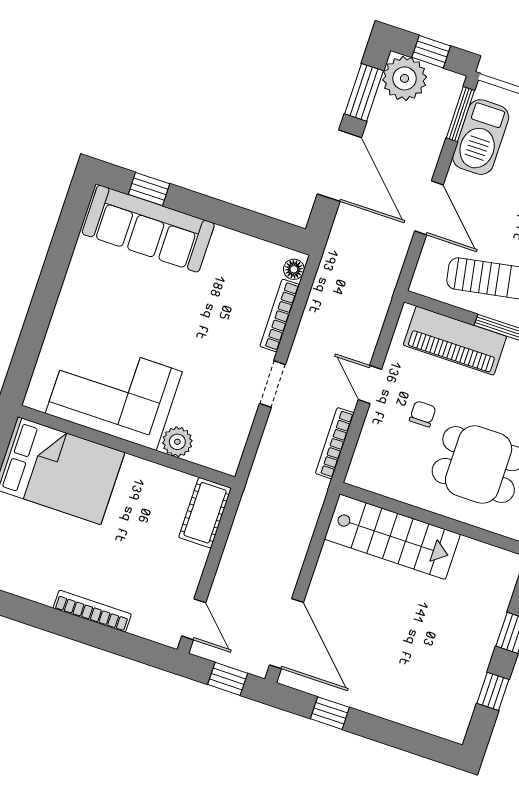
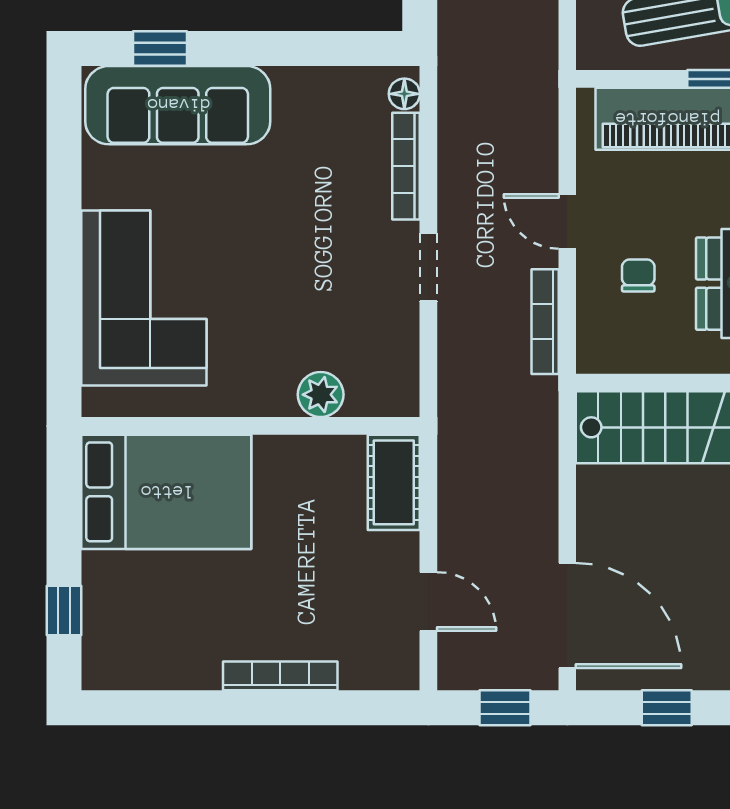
corner sofa: (114, 393) -> (144, 298), moved, turned 90
chair: (423, 414) -> (638, 276), moved
door: (194, 619) -> (428, 602), moved

